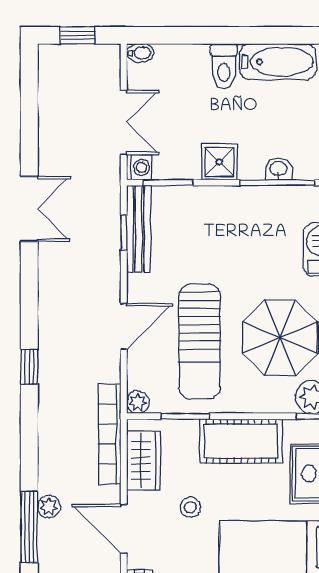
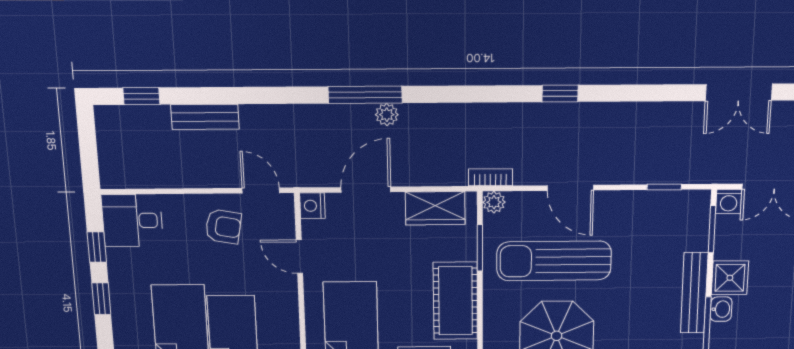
washbasin: (278, 169) -> (721, 309), moved
double door: (29, 209) -> (739, 92), moved
bench: (139, 229) -> (694, 293), moved, turned 90
window: (29, 367) -> (560, 94), moved
bookcase: (110, 434) -> (490, 177), width x0.43, depth x0.76
stool: (190, 507) -> (389, 254), removed

